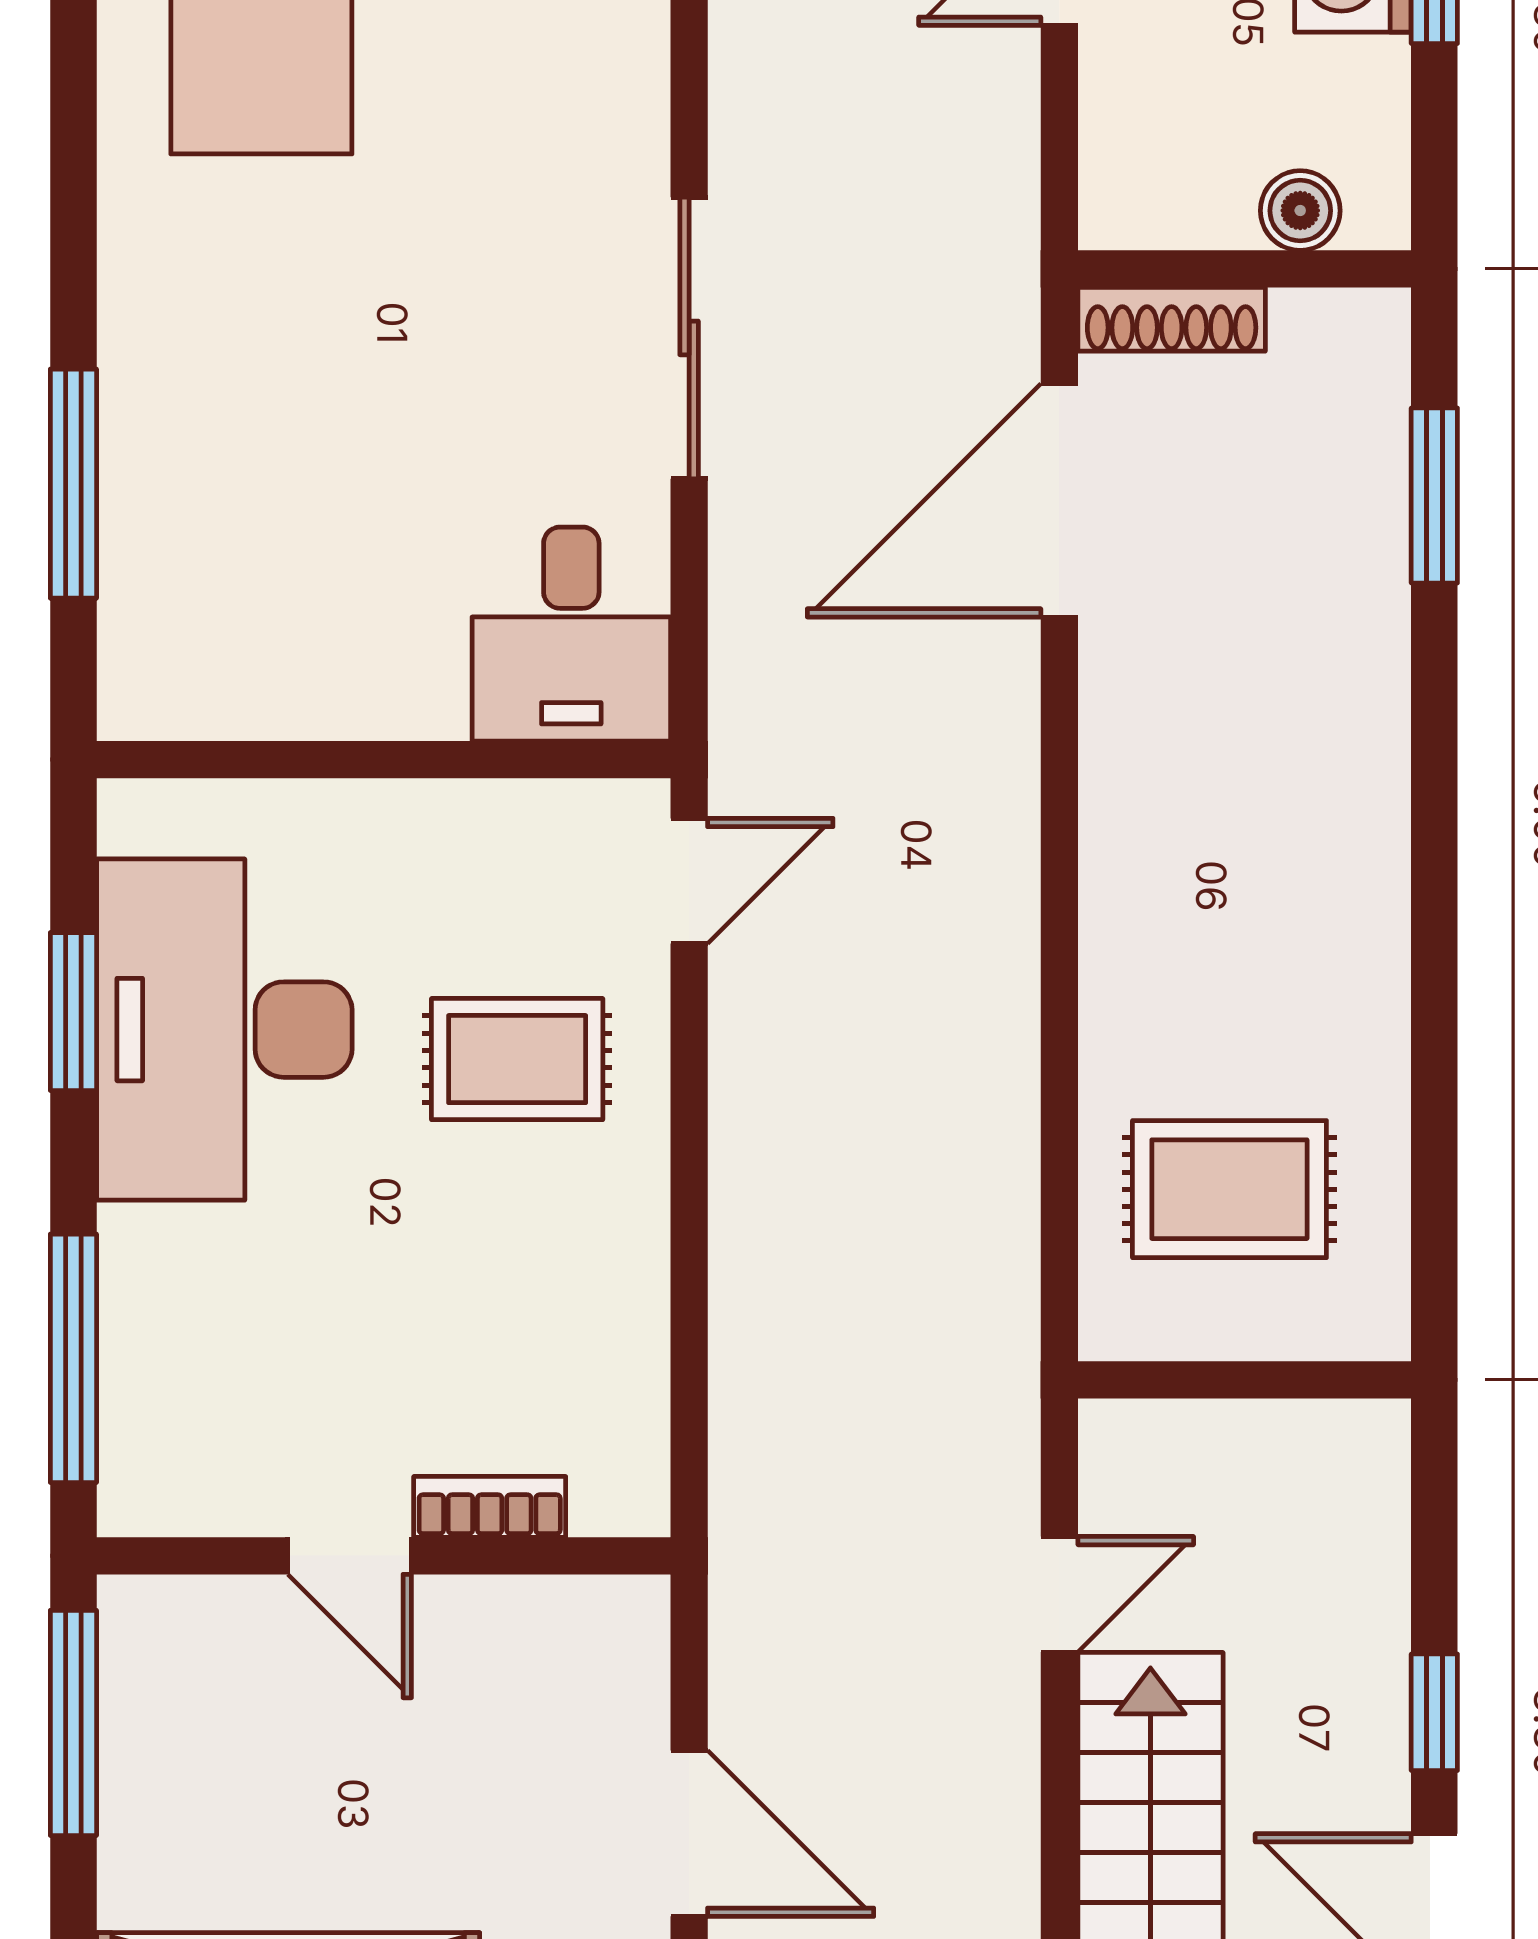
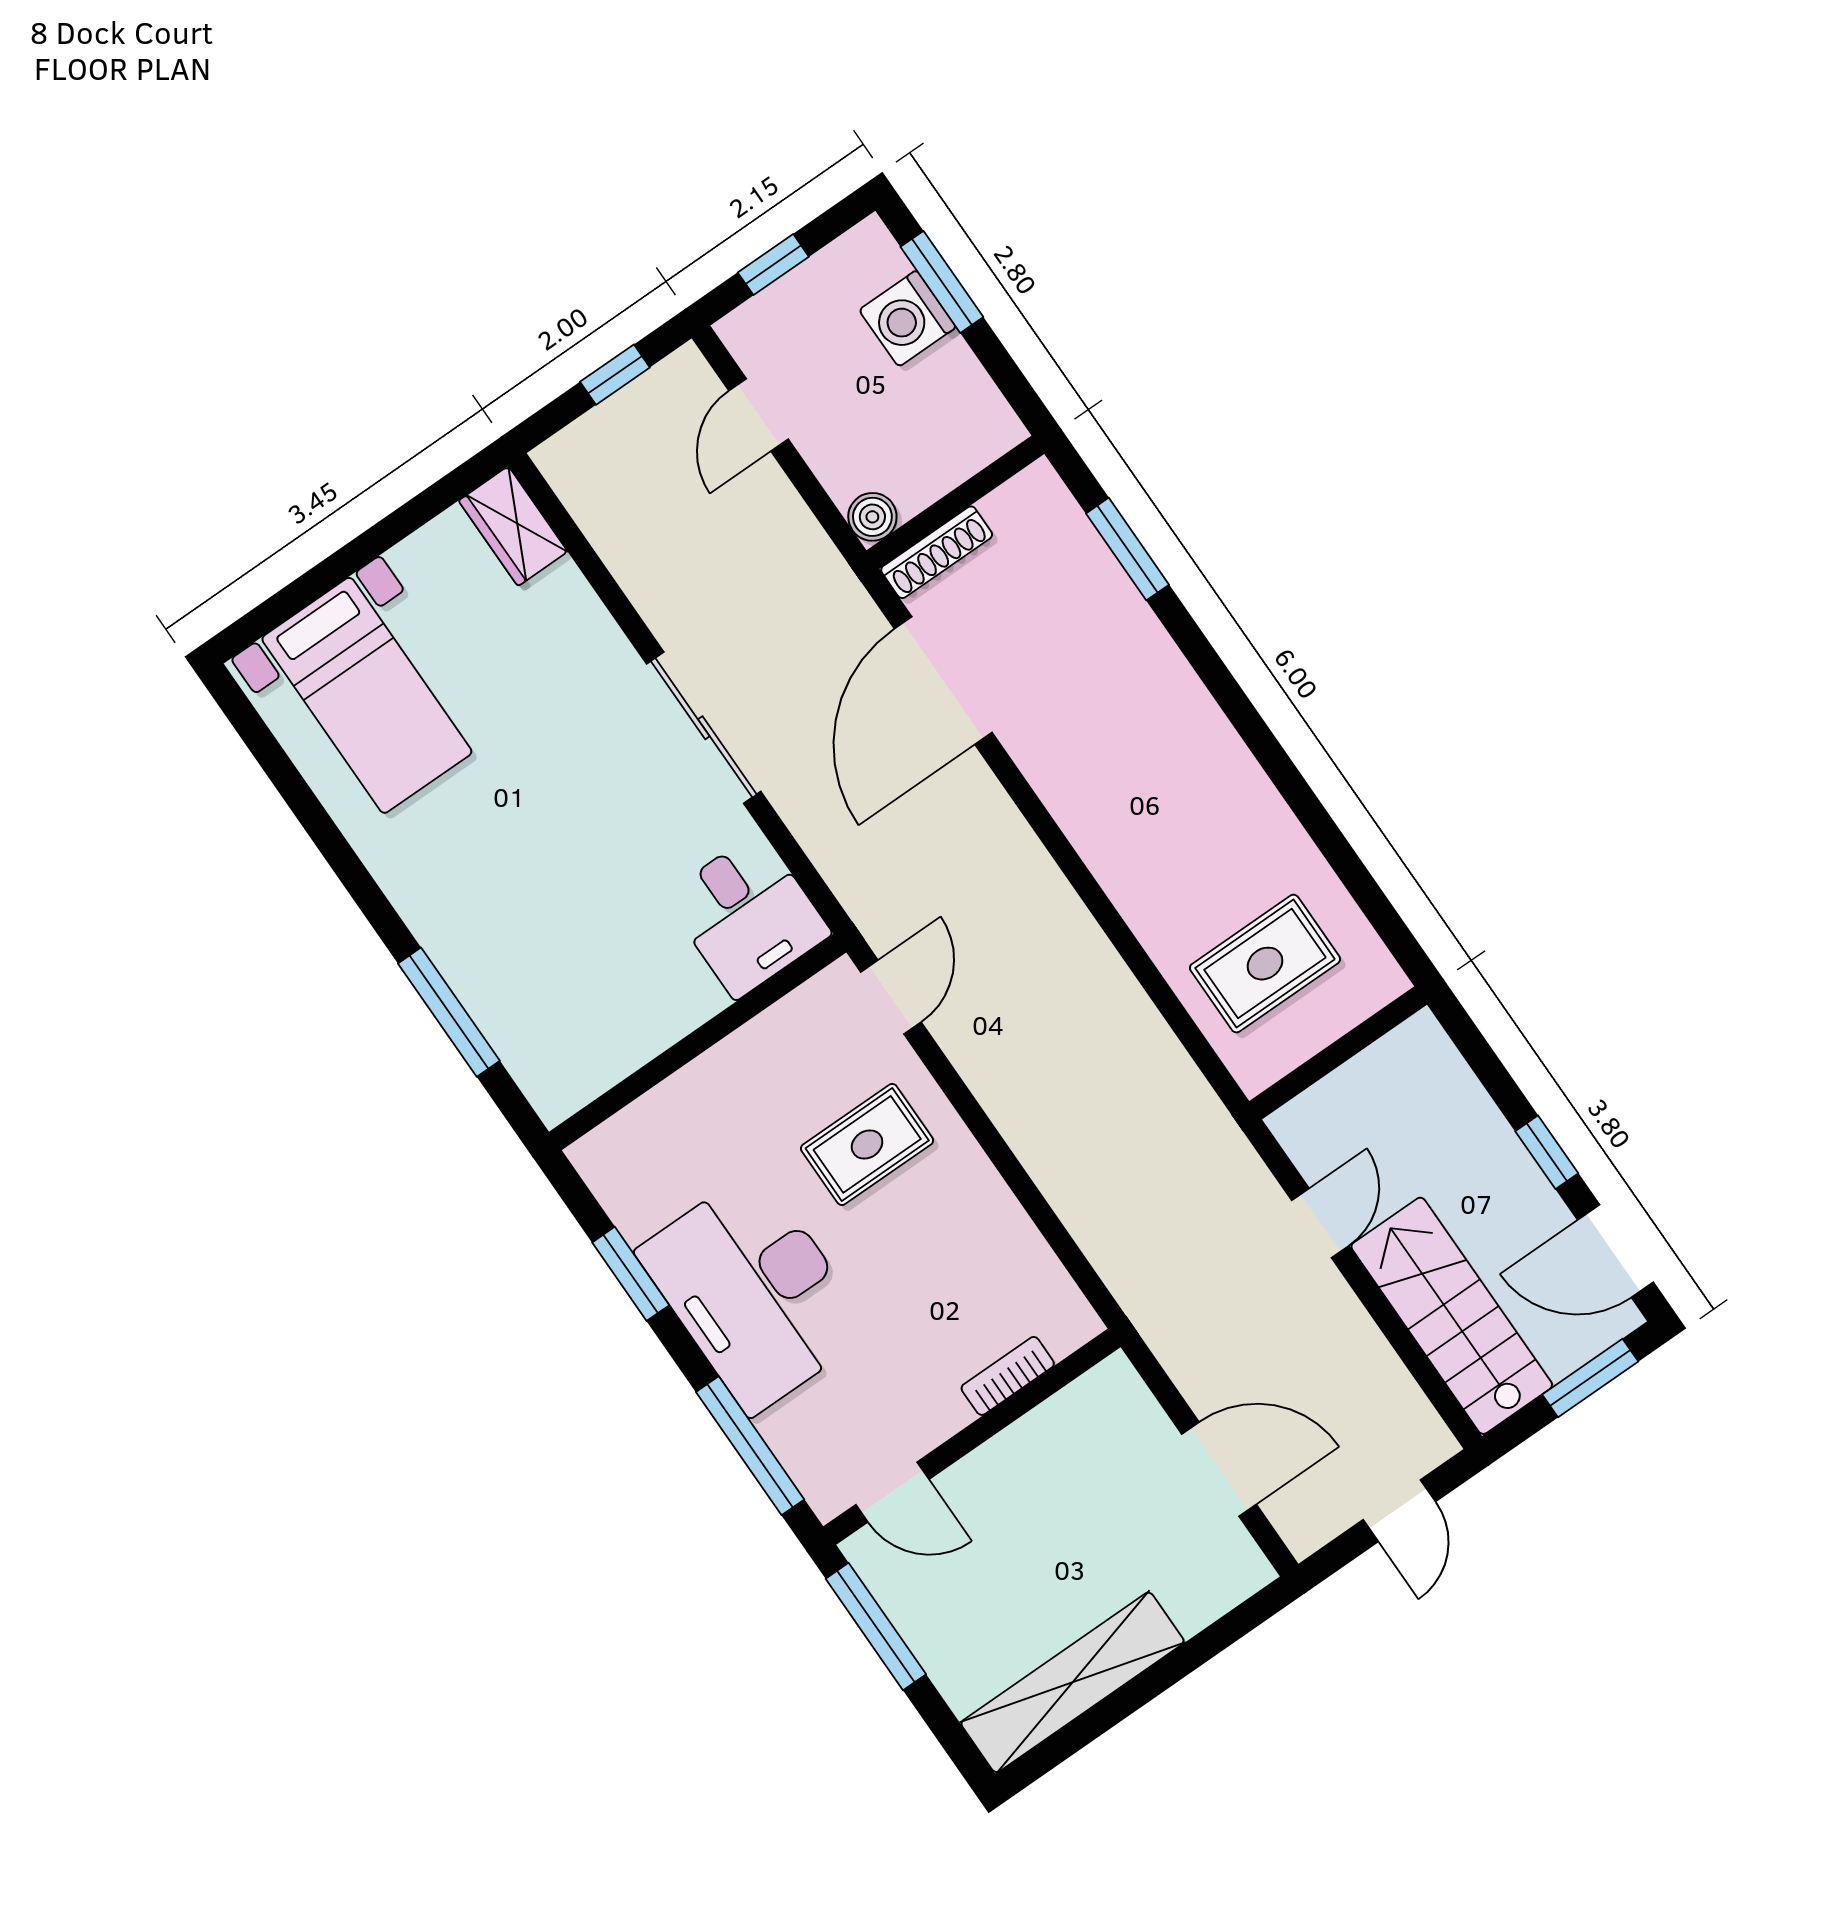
boiler: (1300, 211) -> (872, 517), moved
desk: (224, 1030) -> (754, 1292), moved
door: (350, 1556) -> (892, 1492), moved

